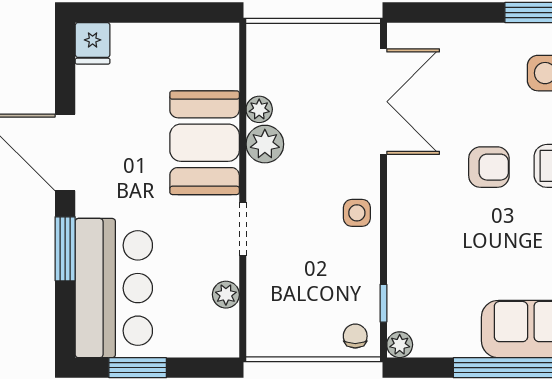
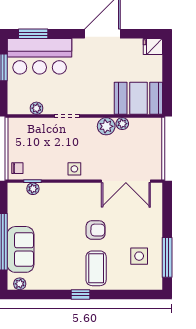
booth: (205, 143) -> (138, 98), moved
armchair: (489, 167) -> (96, 230), turned -89
window: (65, 249) -> (33, 34), moved
plant: (400, 345) -> (33, 189), moved

